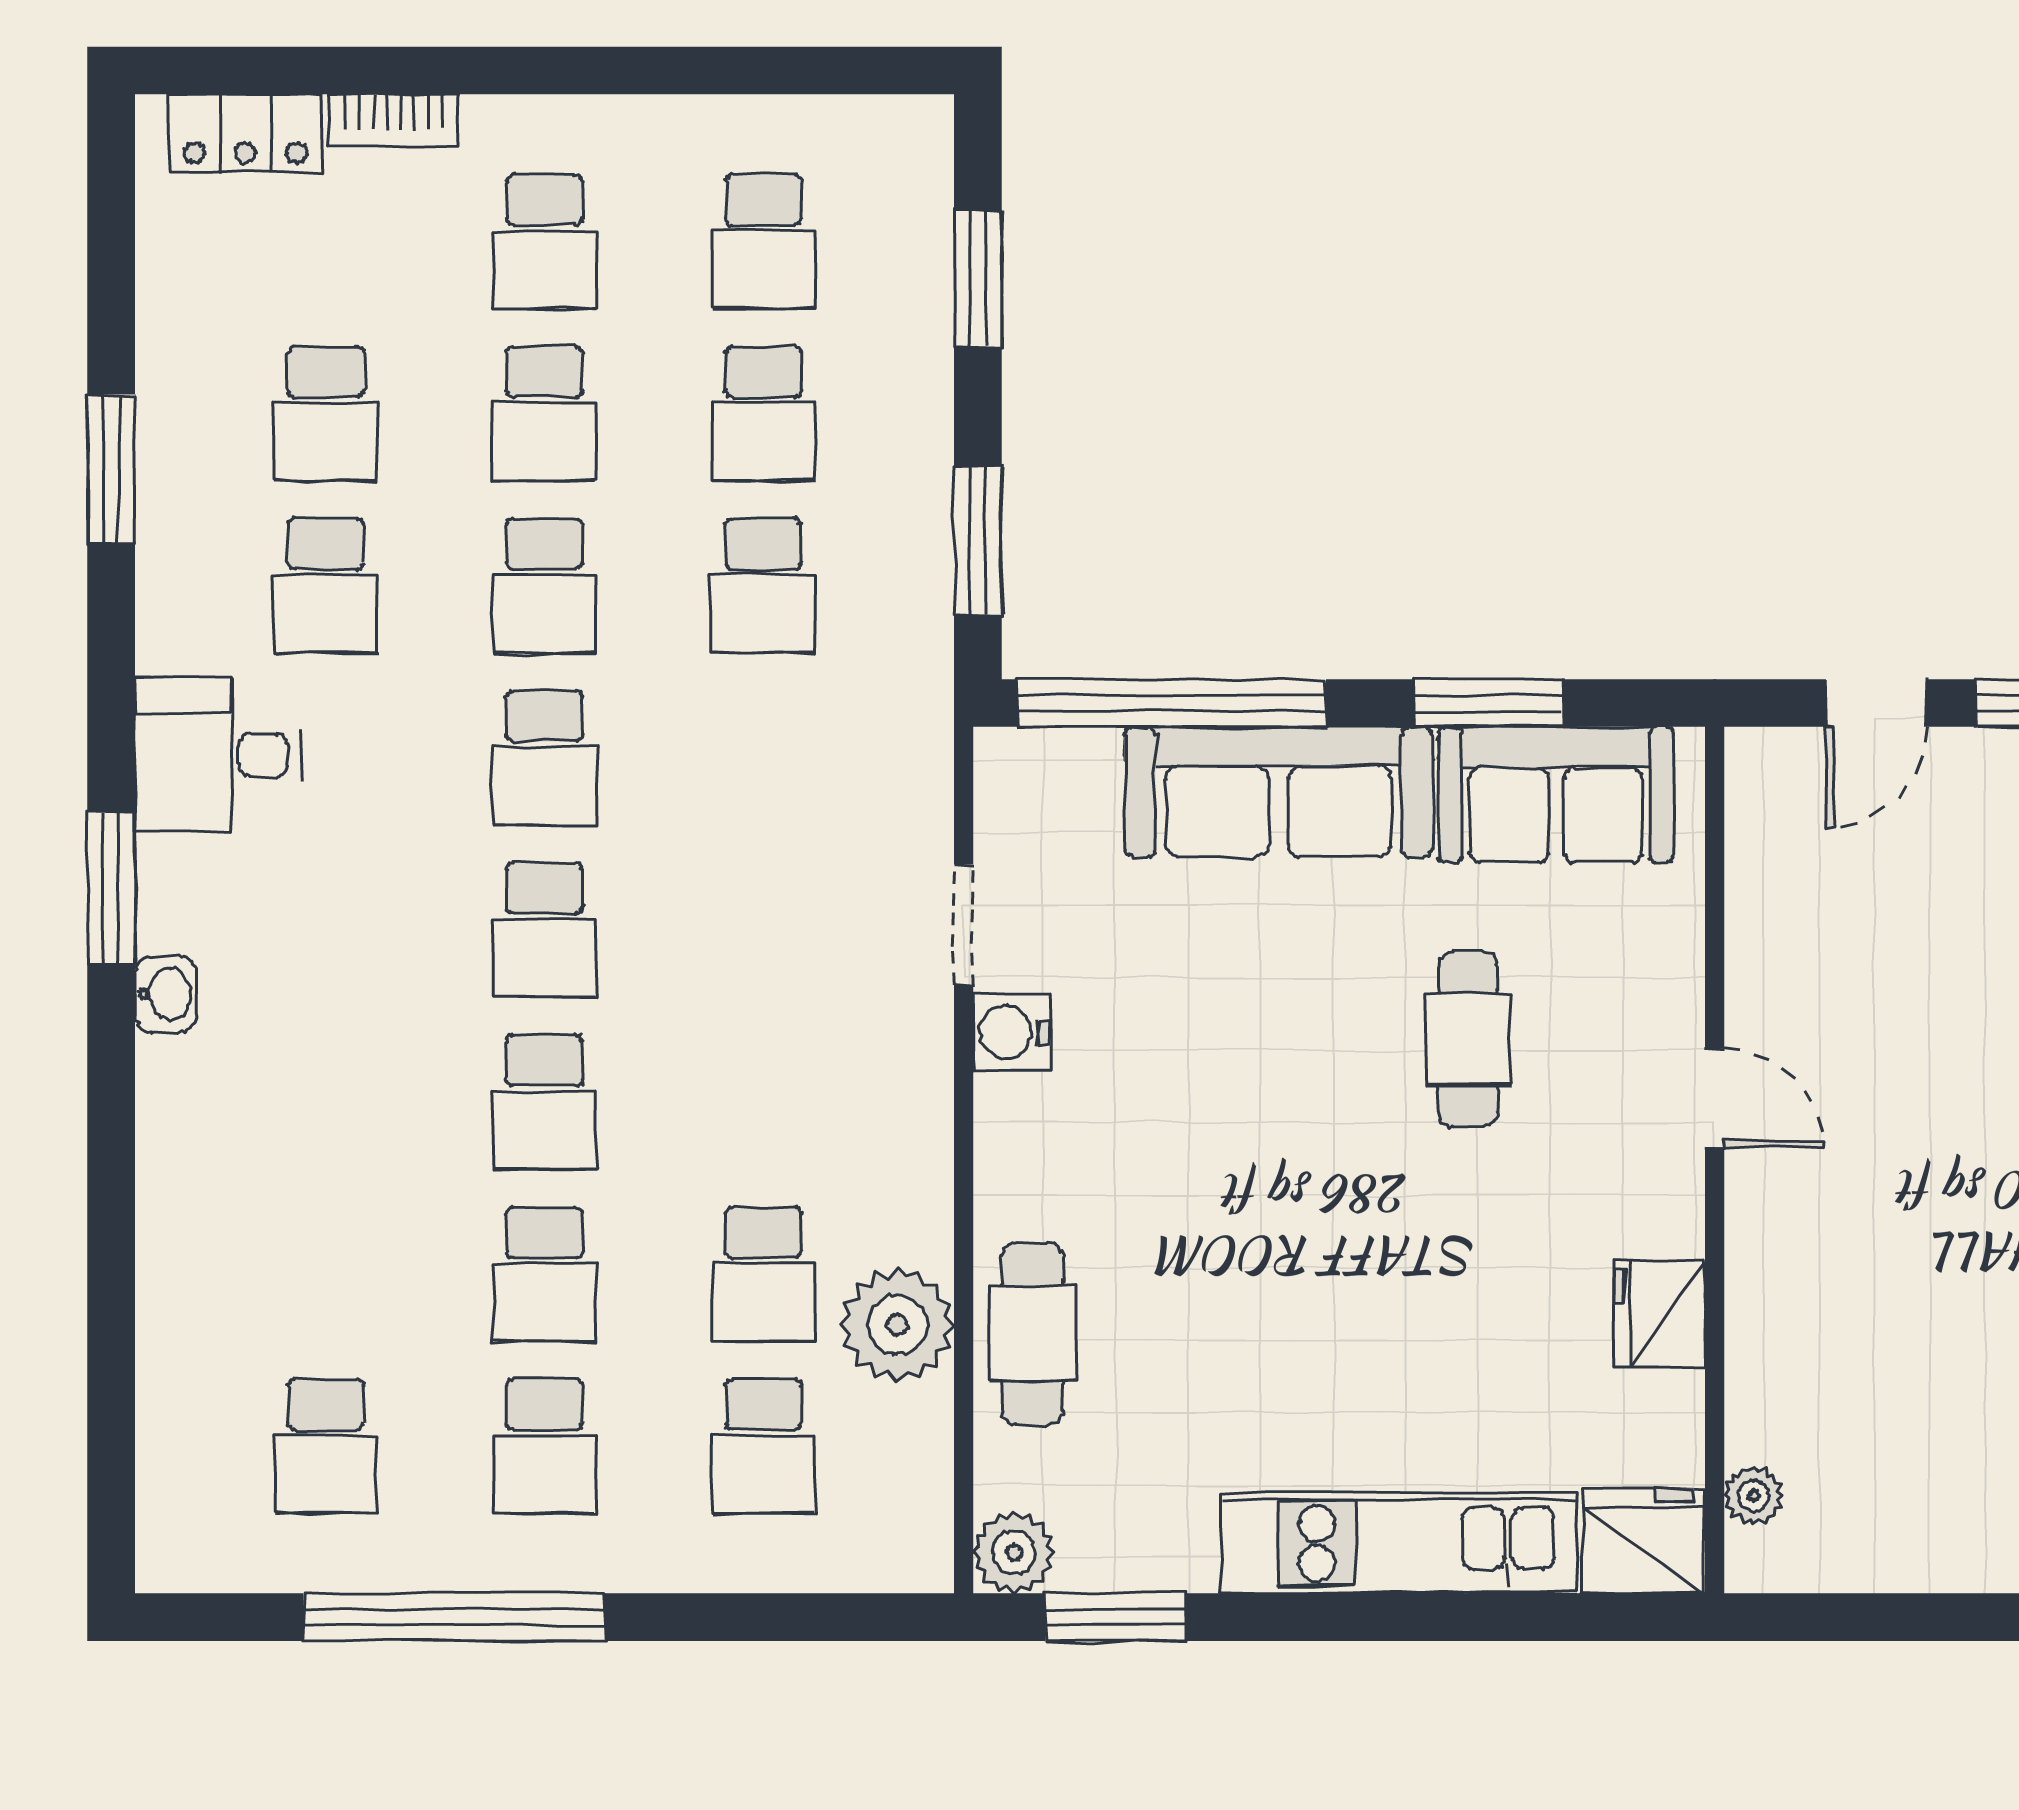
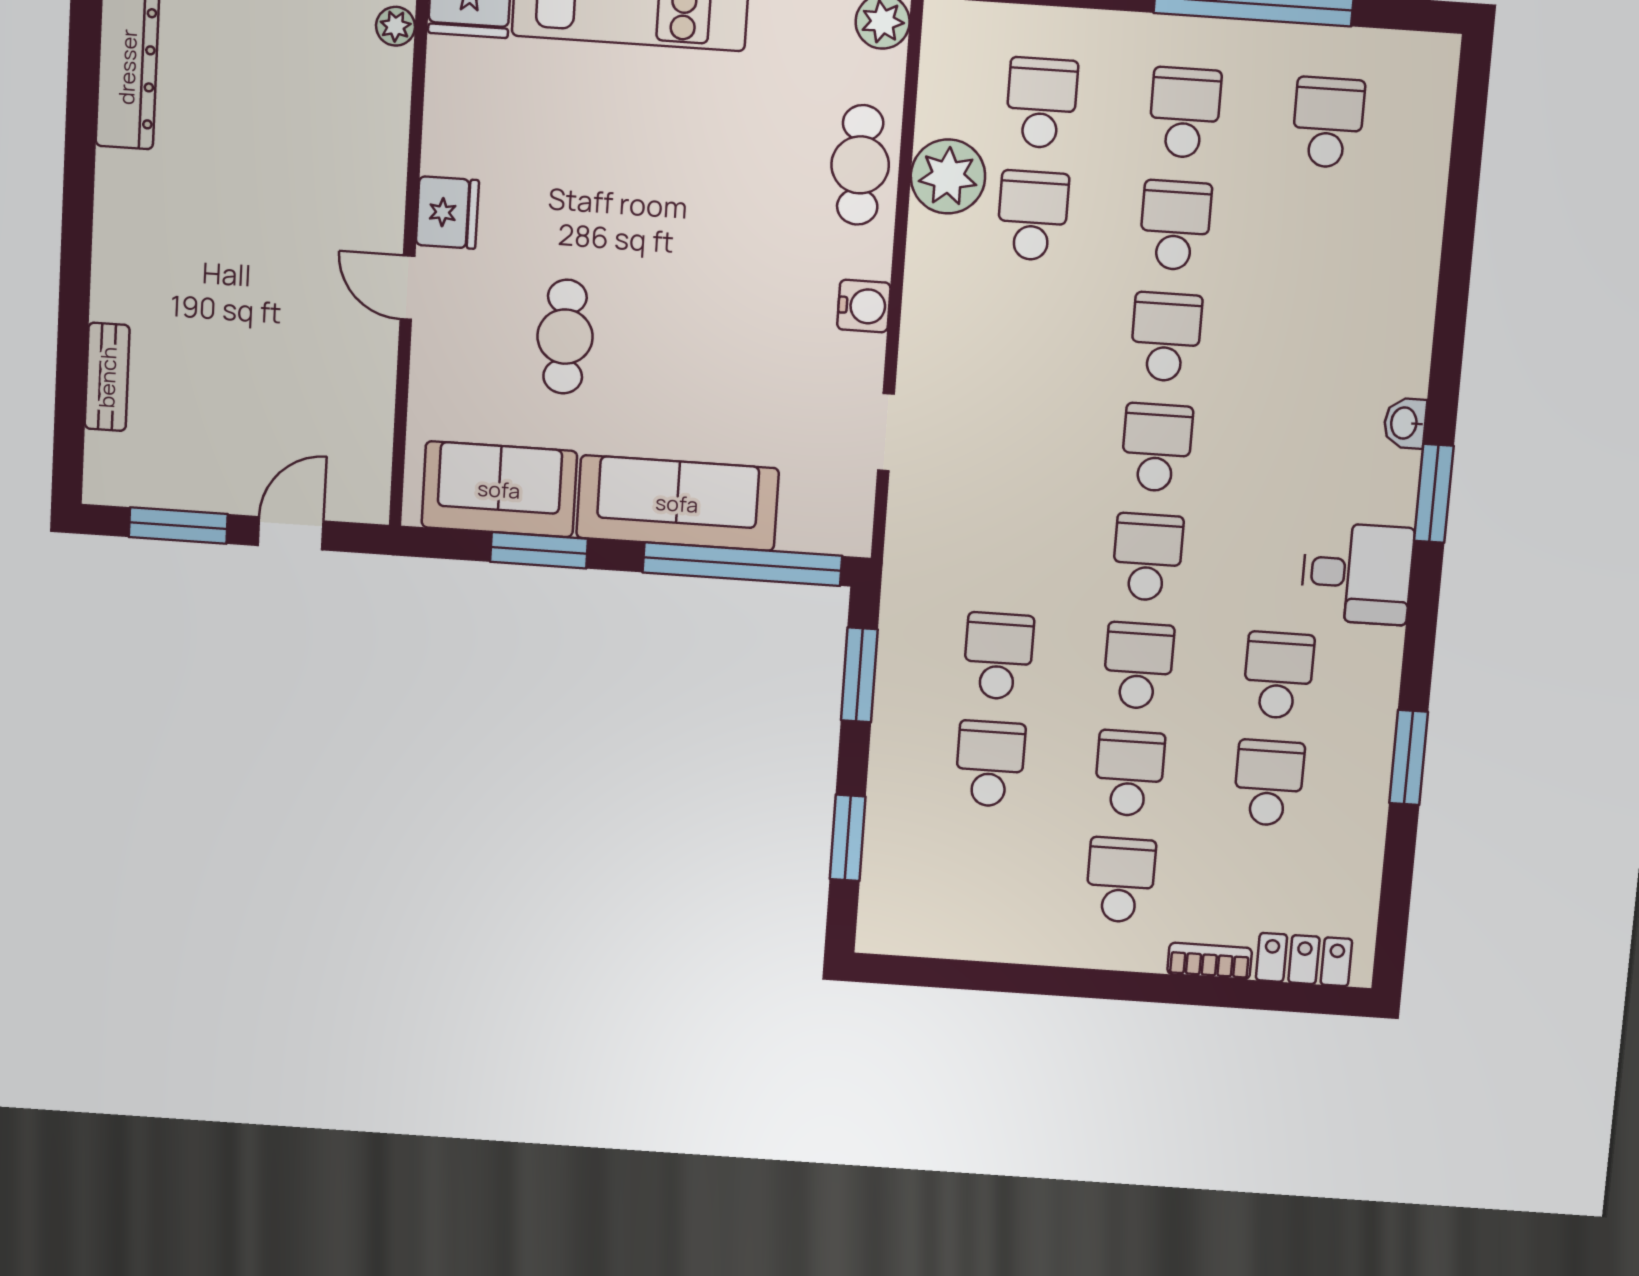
school desk: (763, 241) -> (982, 870), removed
water cooler: (1012, 1033) -> (864, 306), moved
fridge: (1660, 1314) -> (447, 213), moved

